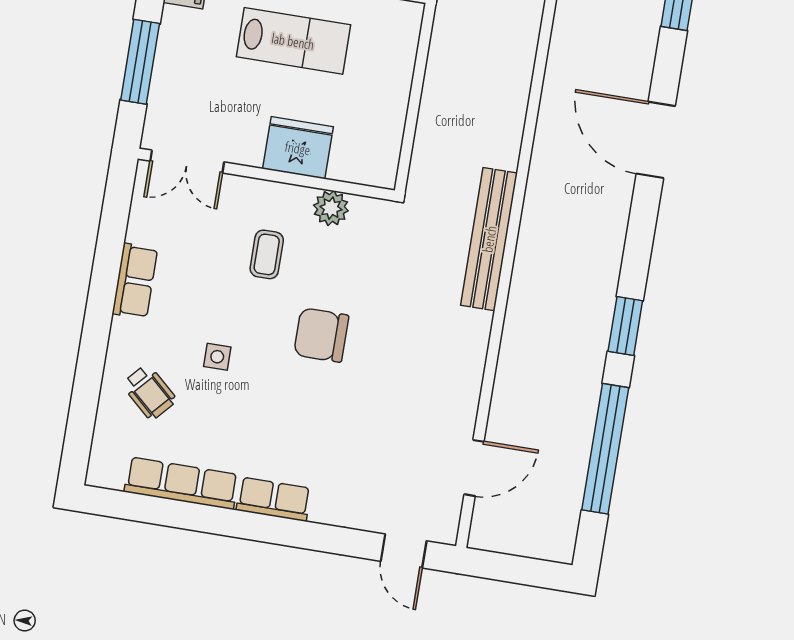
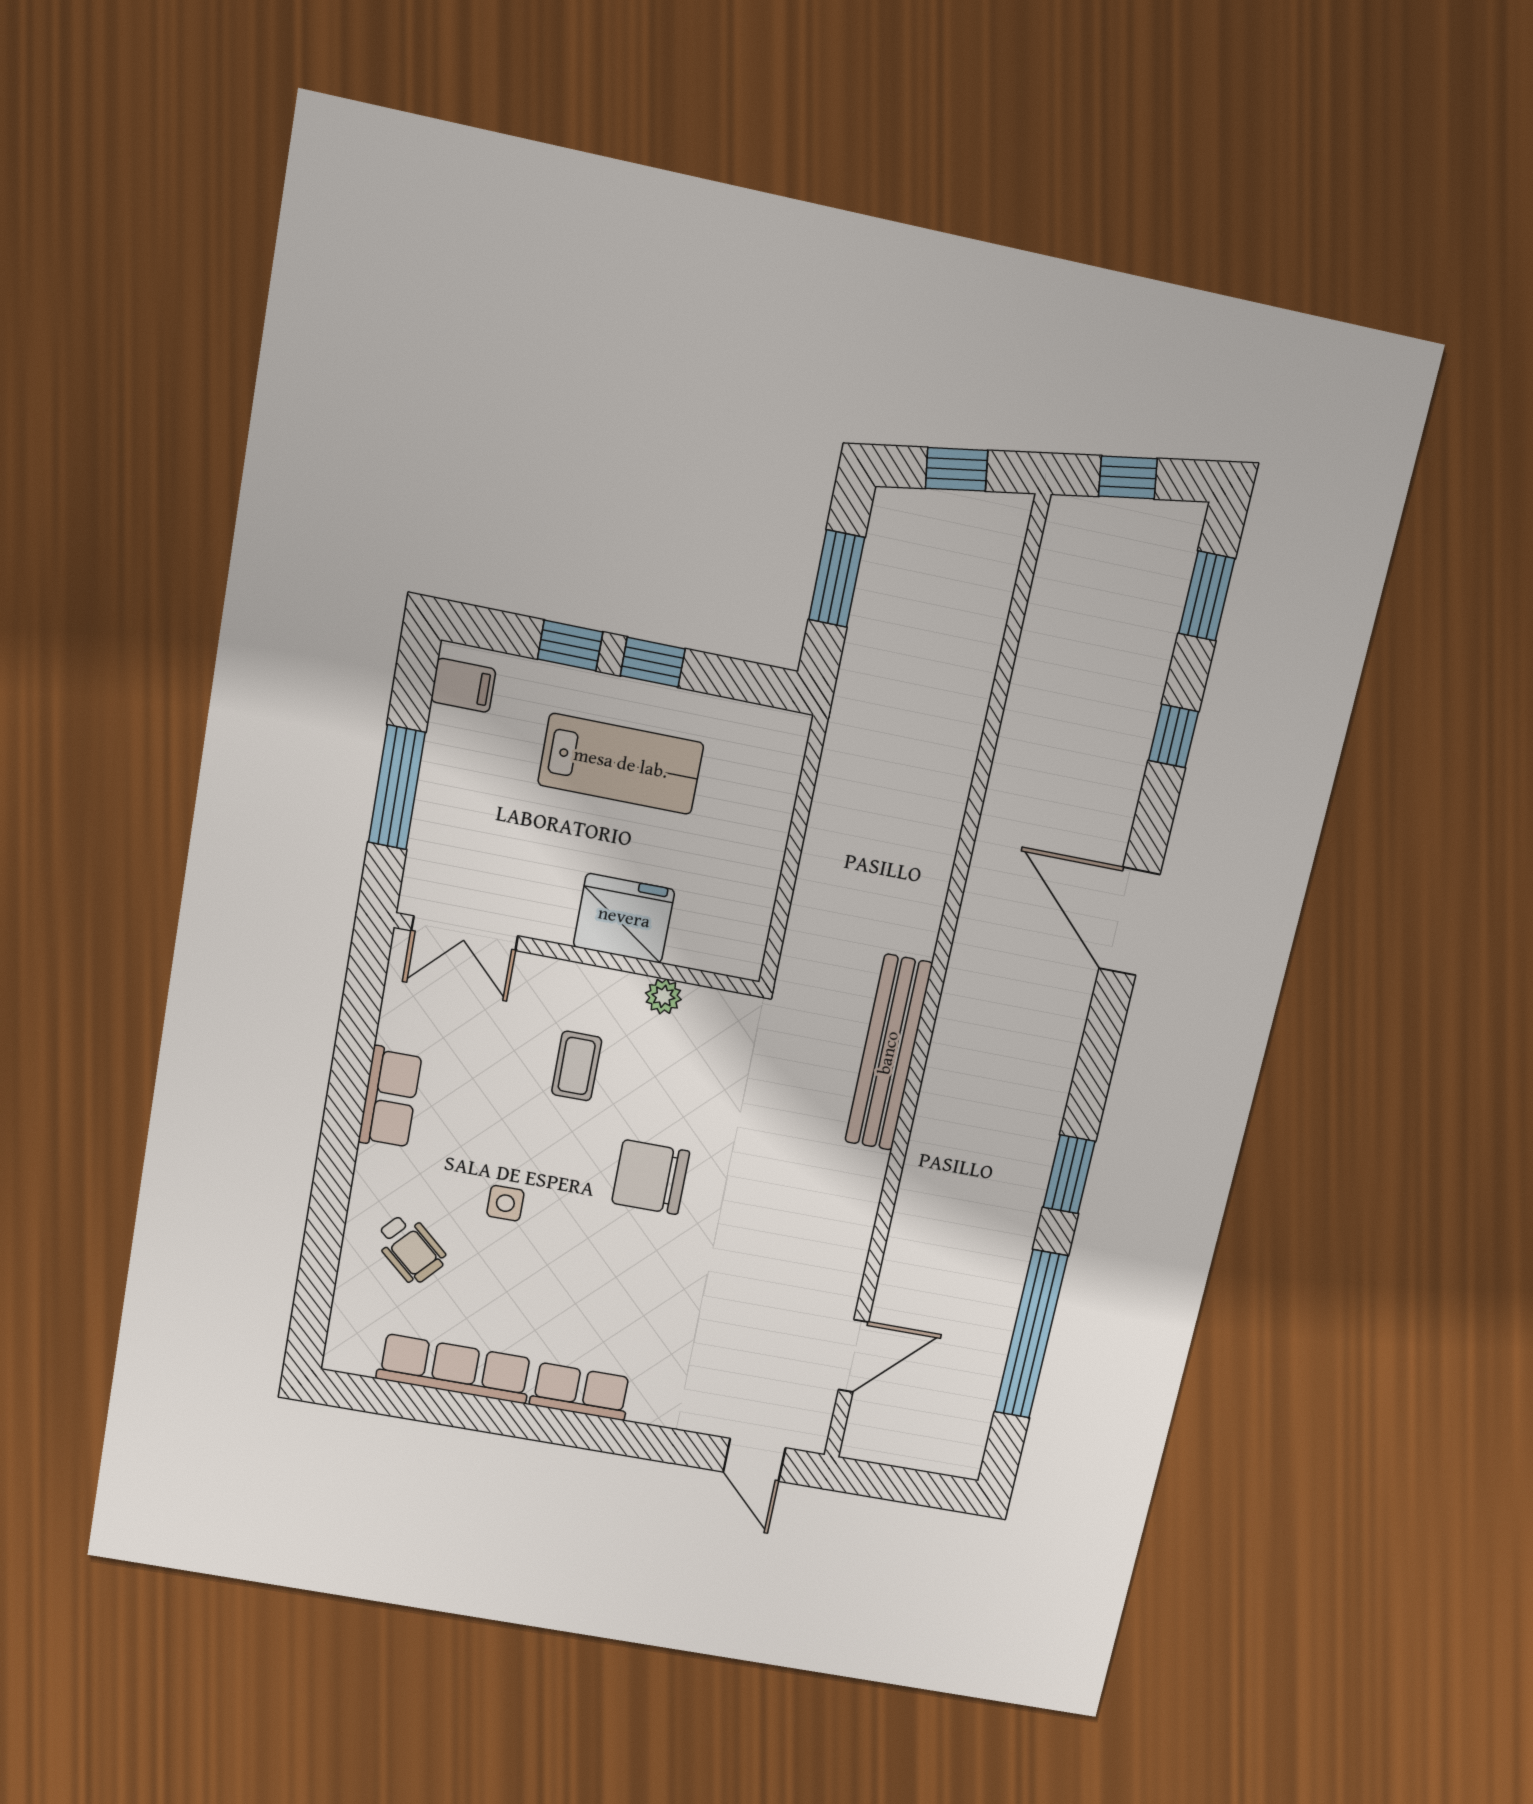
plant: (331, 208) -> (663, 996), width x0.73, depth x0.73

